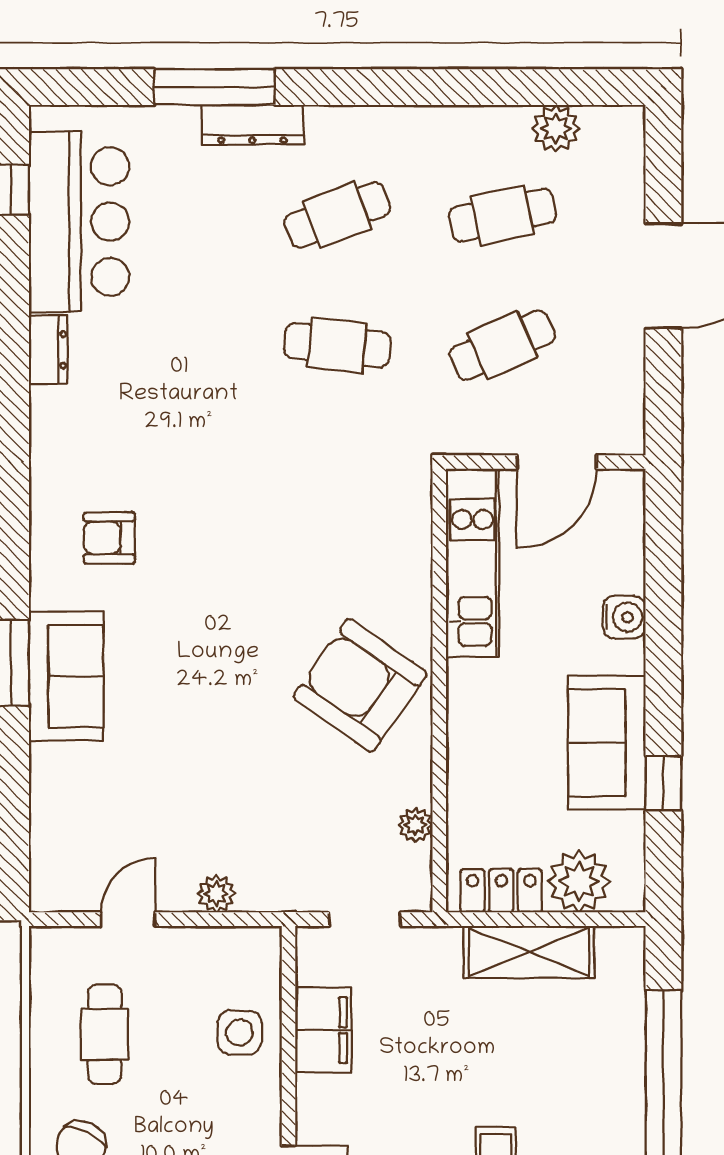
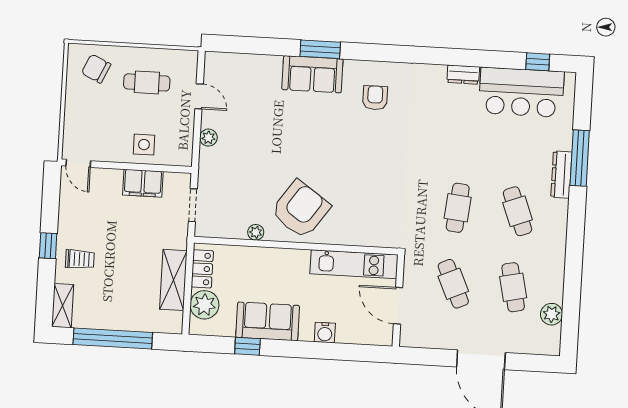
plant: (415, 825) -> (256, 232), moved

